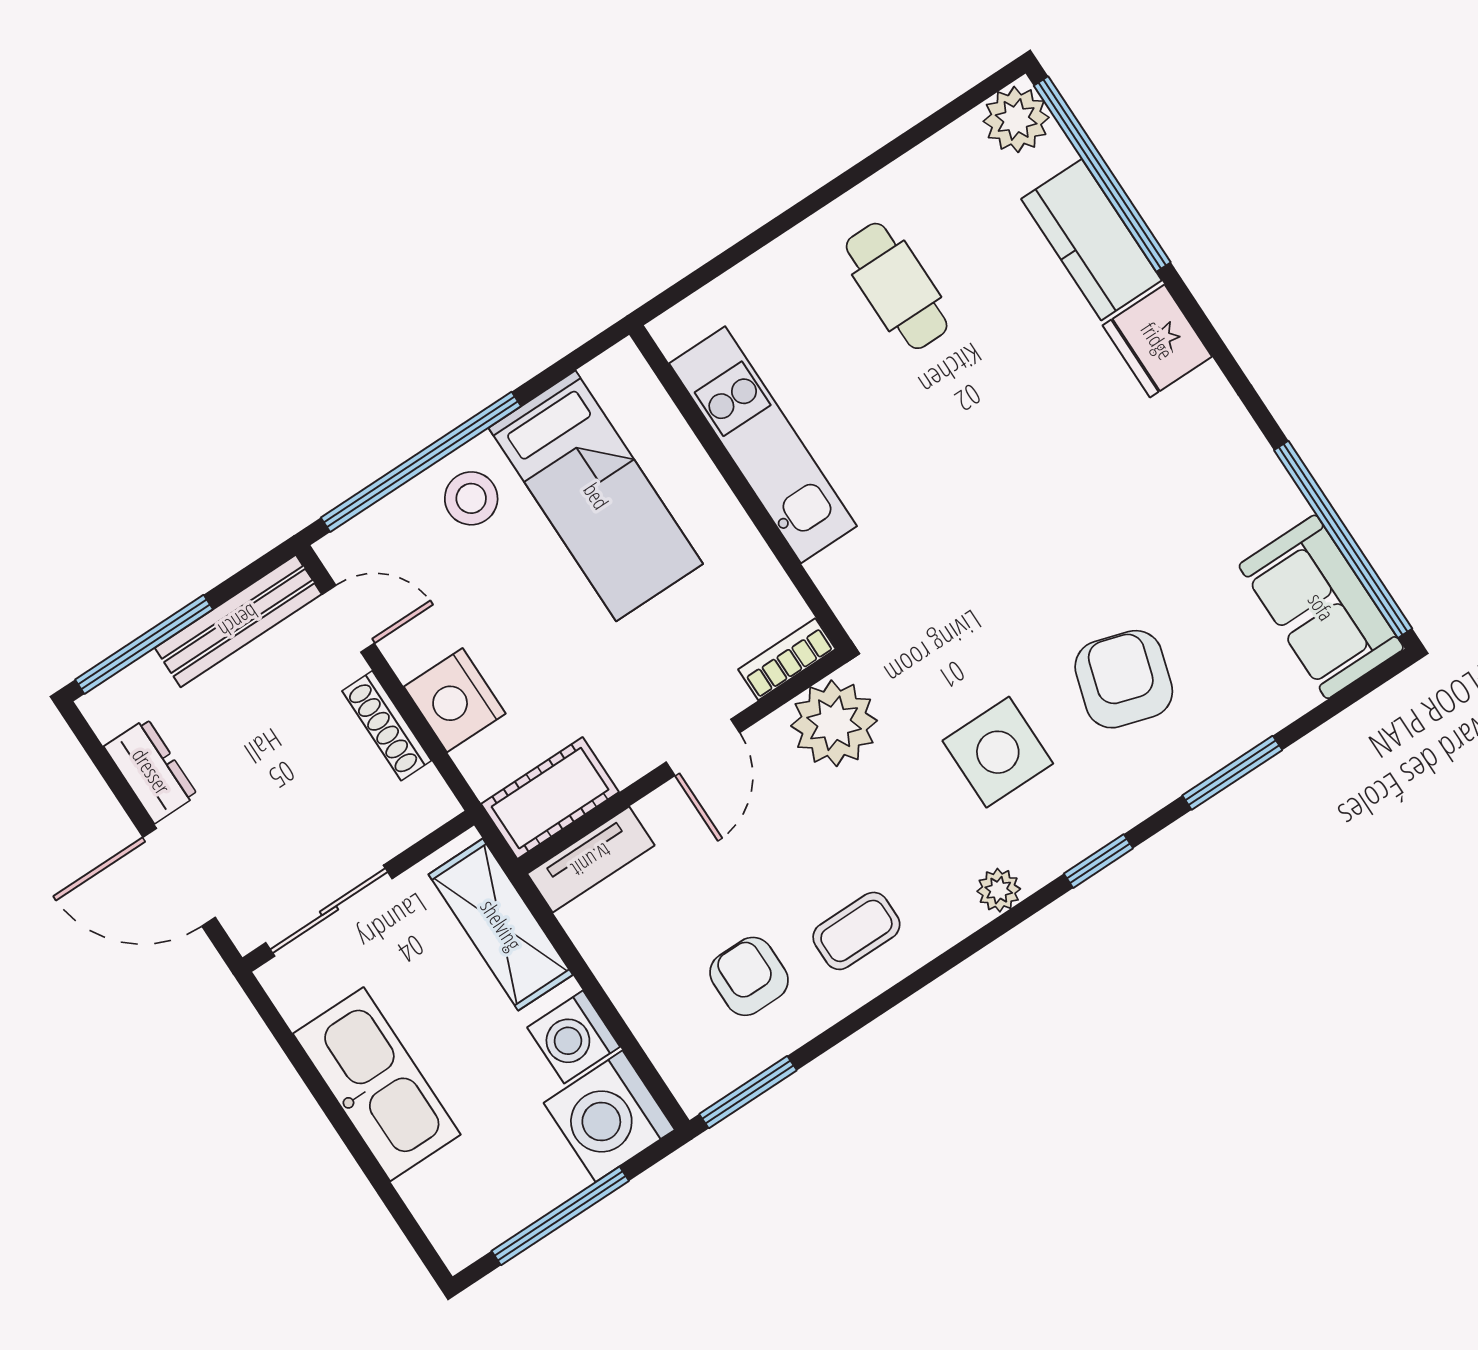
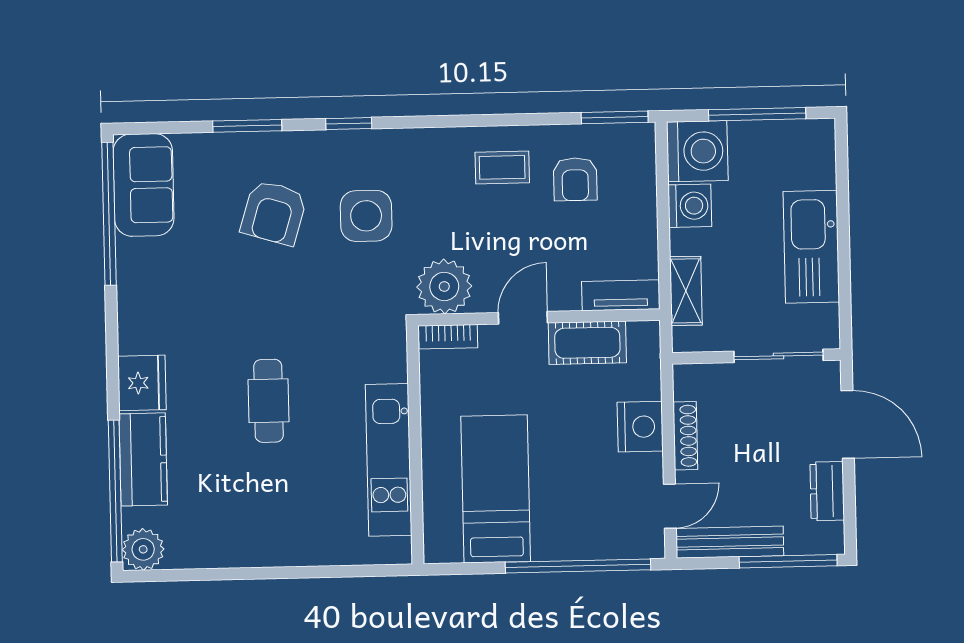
cafe table: (897, 286) -> (268, 401), moved
stool: (471, 498) -> (563, 529), removed
door: (348, 619) -> (670, 506), swing flipped
cot: (550, 798) -> (587, 343), moved
plant: (999, 890) -> (412, 141), removed
shelving: (501, 925) -> (686, 291), width x0.67, depth x0.75

